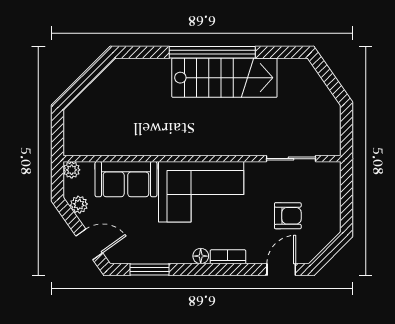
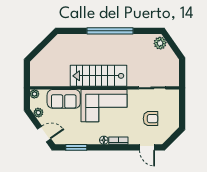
plant: (306, 75) -> (160, 43), added
stairs: (224, 78) -> (98, 76), moved, turned 180
door: (281, 269) -> (147, 147), swing flipped

